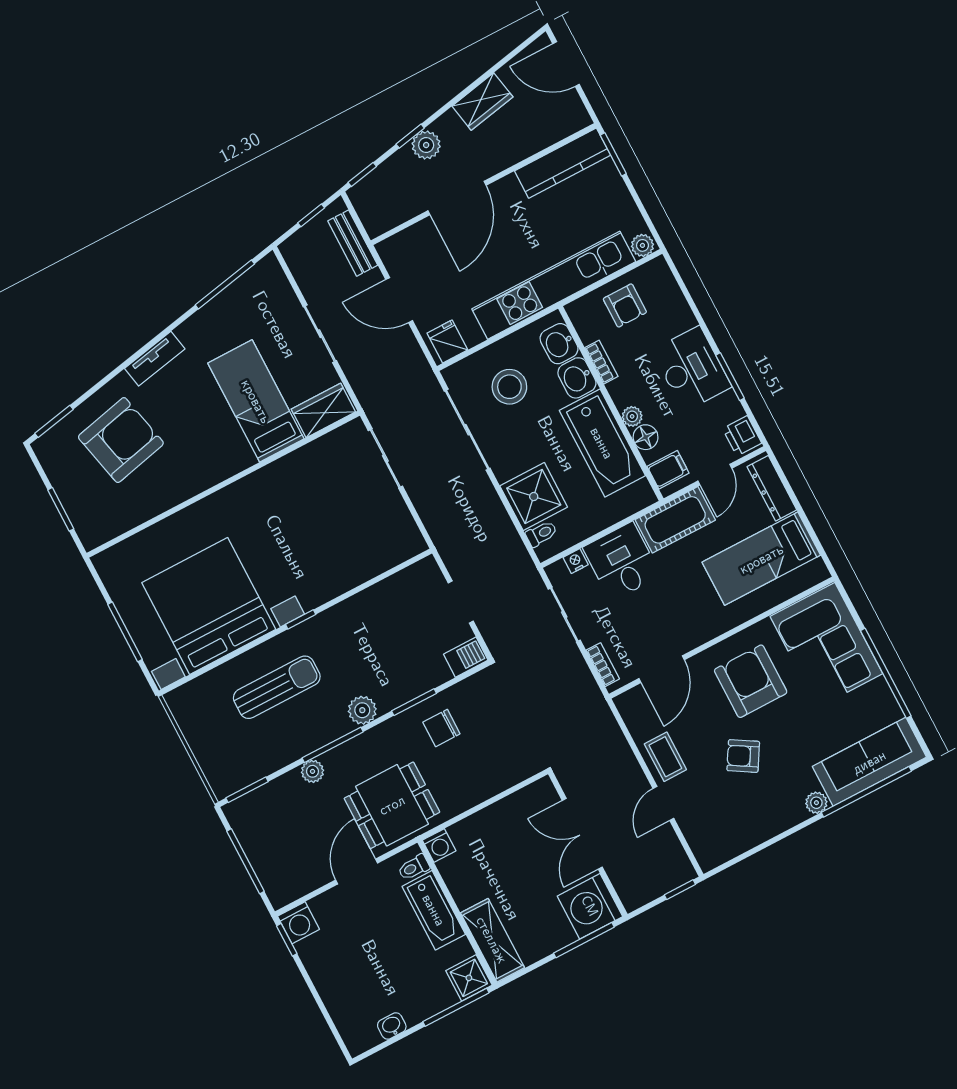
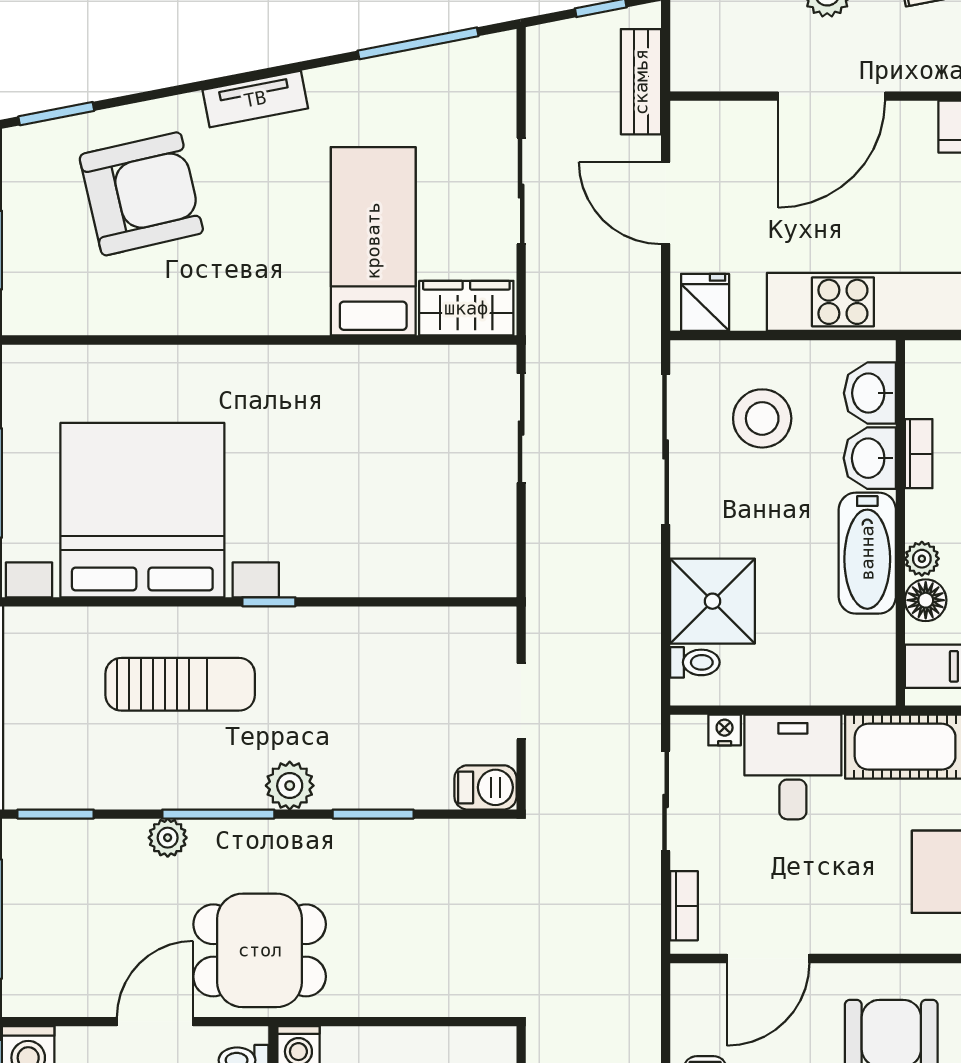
bathtub: (602, 443) -> (867, 553), width x0.73, depth x0.73
chair: (441, 728) -> (394, 874), removed

